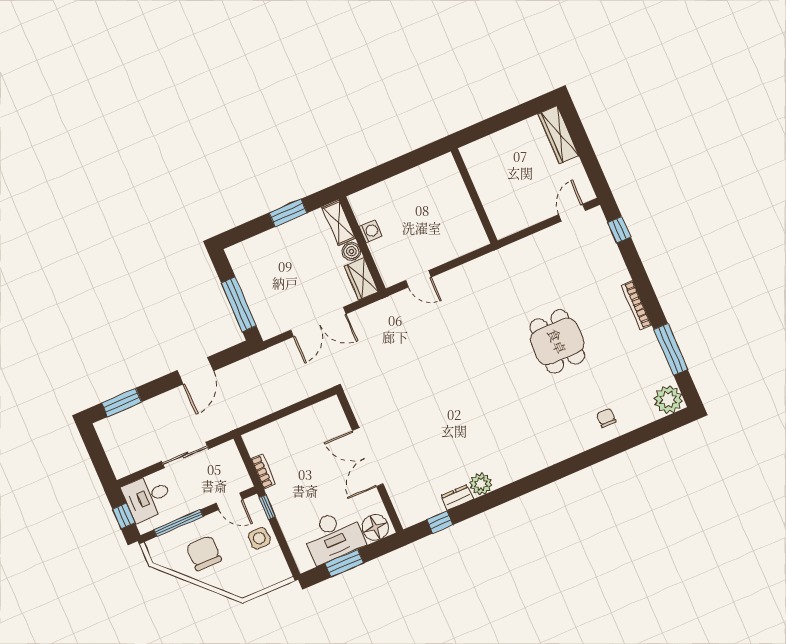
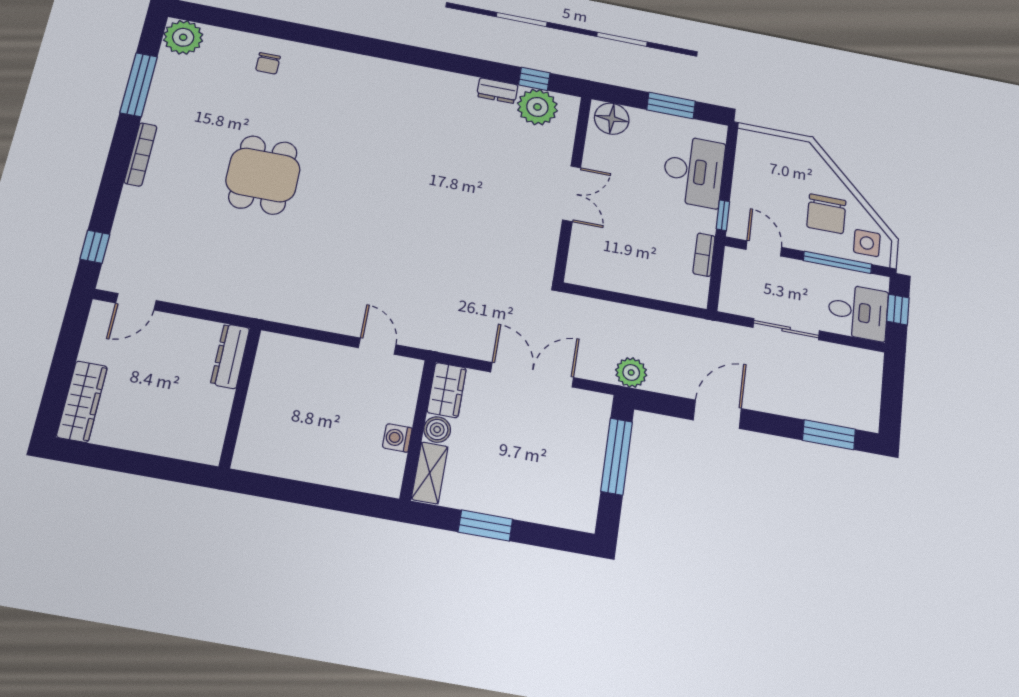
dresser: (497, 216) -> (230, 356), added
plant: (261, 363) -> (631, 372), added
double door: (368, 457) -> (572, 194), width x0.73
plant: (481, 484) -> (537, 107), moved, width x1.36, depth x1.36
desk: (333, 536) -> (694, 171), moved, turned 90
side table: (259, 538) -> (867, 243), moved

